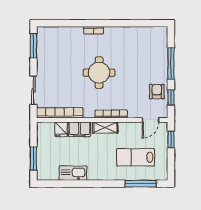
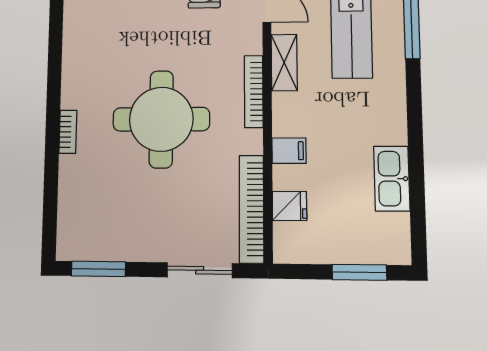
round table: (99, 73) -> (161, 119), width x1.36, depth x1.36
shelving: (105, 128) -> (284, 63), moved
filing cabinet: (79, 129) -> (289, 151), width x0.50

